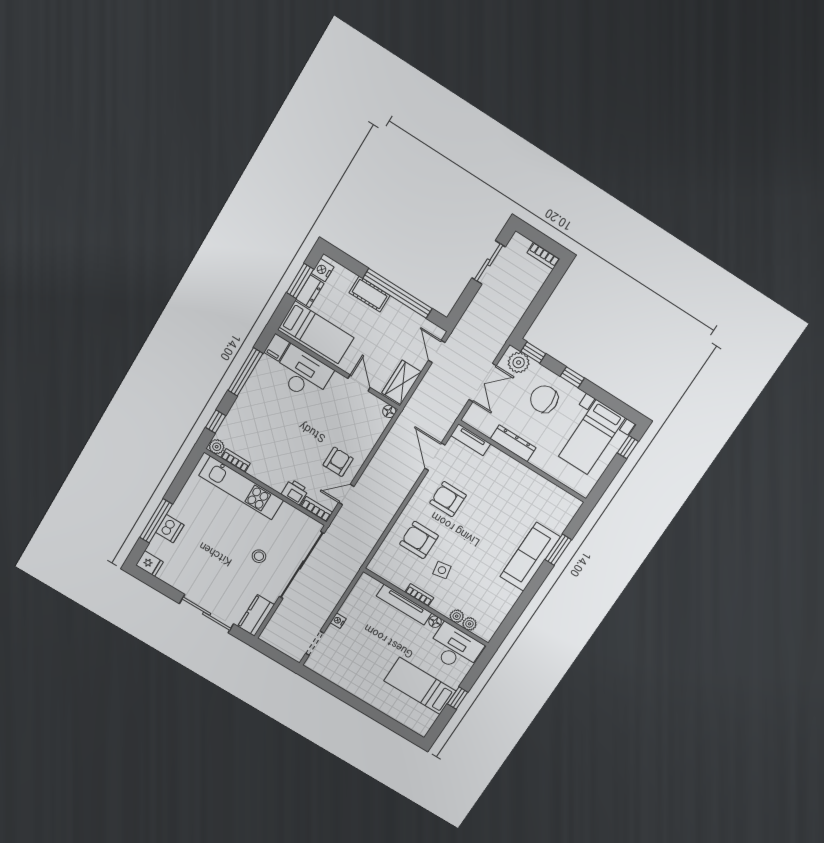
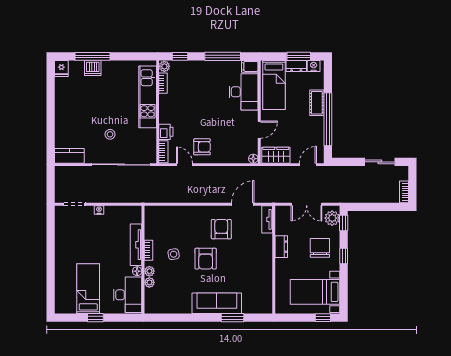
dresser: (513, 443) -> (281, 247), width x0.70
armchair: (419, 540) -> (206, 259), moved, turned 180
sliding door: (207, 614) -> (51, 124), removed
plant: (469, 624) -> (149, 271), moved

